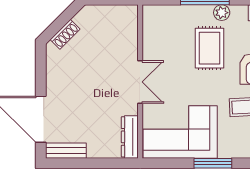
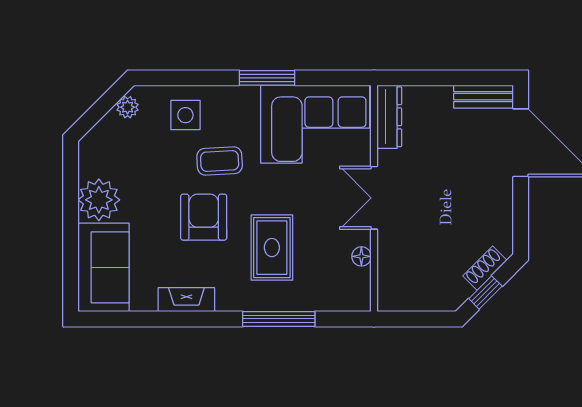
plant: (222, 13) -> (254, 300), removed
window: (65, 18) -> (485, 292), added
floor lamp: (149, 42) -> (361, 256), added

